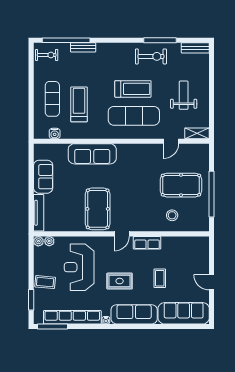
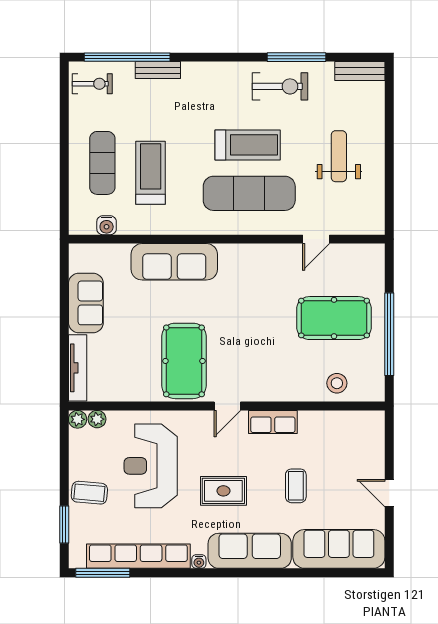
shelving: (197, 133) -> (363, 225), removed
stool: (172, 215) -> (337, 383), moved

